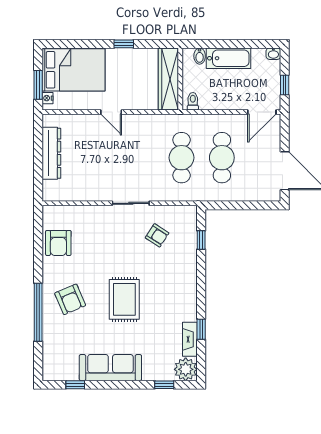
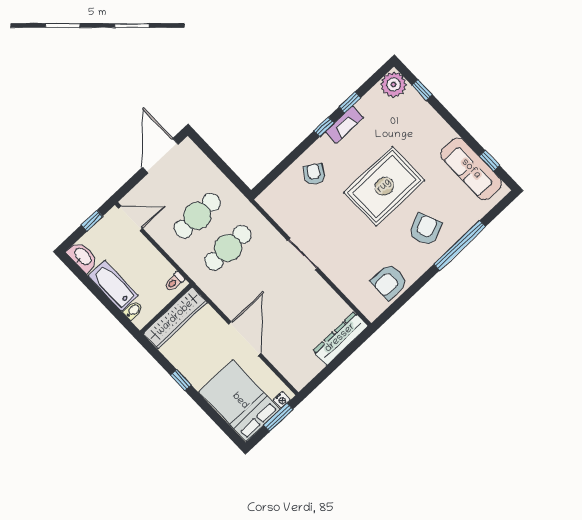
washbasin: (273, 54) -> (82, 257), width x1.91, depth x1.45
door: (111, 112) -> (245, 339), width x1.88
dresser: (51, 153) -> (340, 338), moved
armchair: (157, 235) -> (314, 174), moved
window: (201, 240) -> (324, 127), moved
armchair: (58, 243) -> (389, 282), turned 180
rug: (124, 299) -> (384, 186), width x1.37, depth x1.44
fireplace: (190, 339) -> (344, 125), moved
sofa: (110, 368) -> (471, 169), moved

